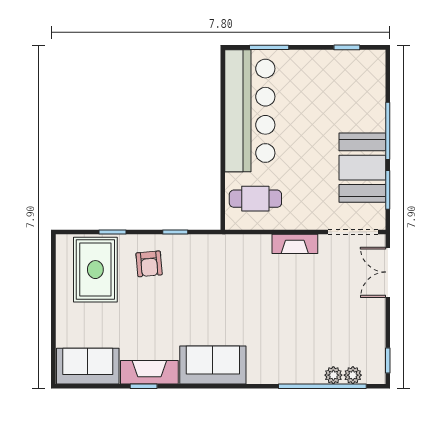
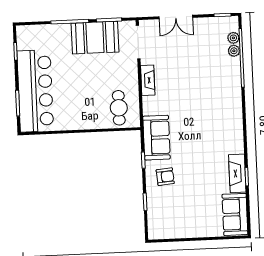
bar counter: (250, 111) -> (35, 91), moved, turned 90
rug: (95, 270) -> (171, 212), removed
double door: (388, 272) -> (176, 17), moved
sofa: (213, 365) -> (156, 138), moved, turned 180

